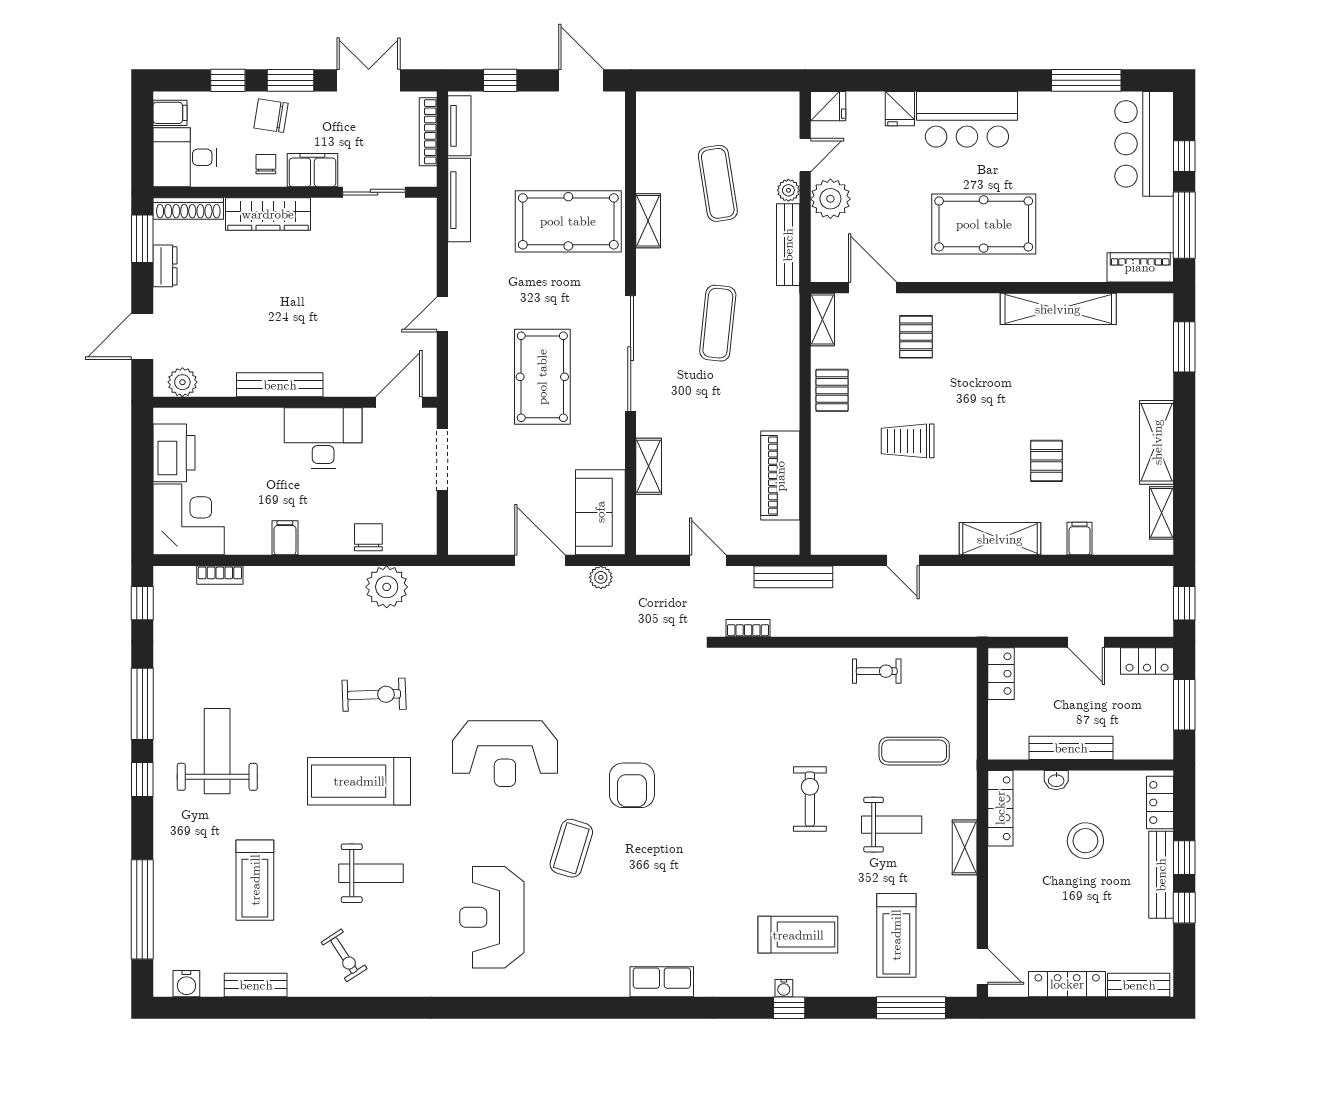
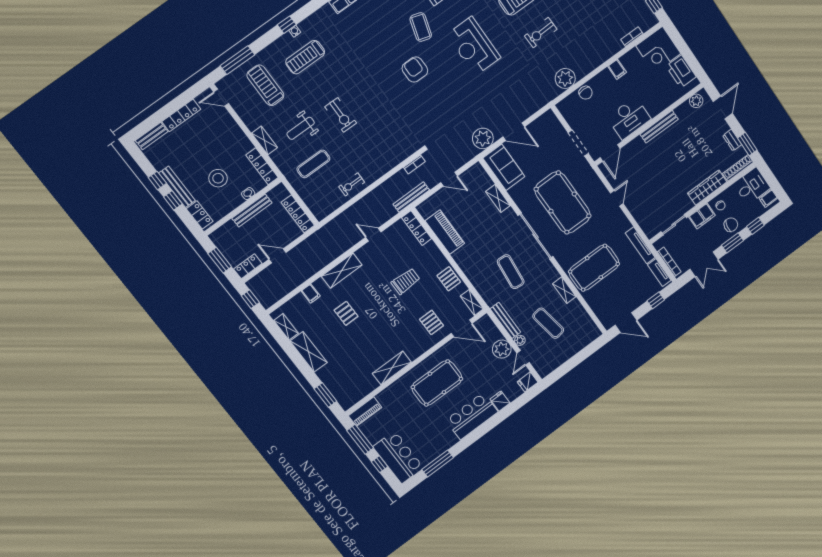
shelving: (1058, 309) -> (392, 368), width x0.68
pool table: (542, 377) -> (563, 203), width x1.36, depth x1.32
locker: (823, 518) -> (417, 228), added
plant: (601, 577) -> (483, 138), width x1.88, depth x1.88
locker: (1001, 674) -> (298, 214), width x1.53
reception desk: (505, 754) -> (474, 46), turned -90

